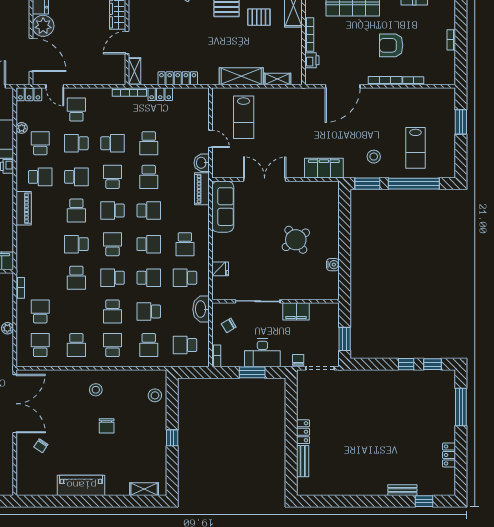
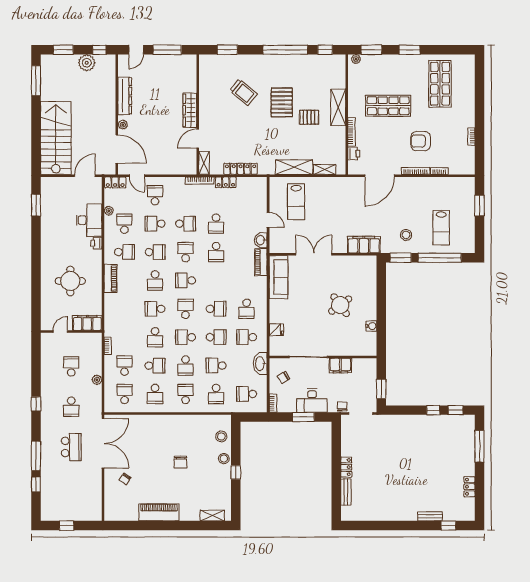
plant: (43, 26) -> (123, 125), width x0.53, depth x0.53
school desk: (149, 211) -> (155, 366), moved
stool: (96, 390) -> (224, 459), moved

